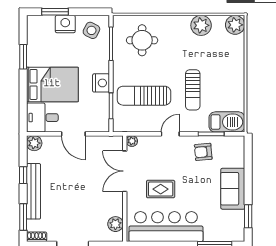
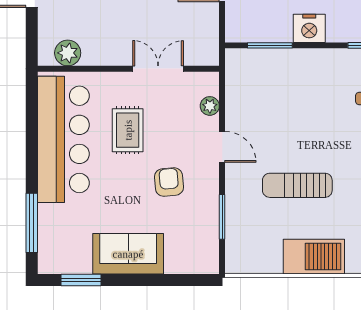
sun lounger: (144, 96) -> (287, 102), removed
barbecue: (227, 122) -> (314, 257), moved, turned -90
plant: (132, 141) -> (210, 106), moved
armchair: (203, 152) -> (169, 182), moved
double door: (125, 171) -> (158, 69), width x0.73

